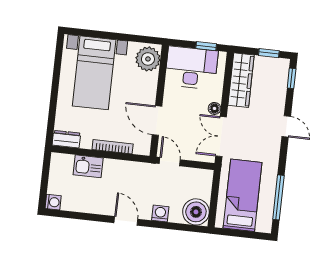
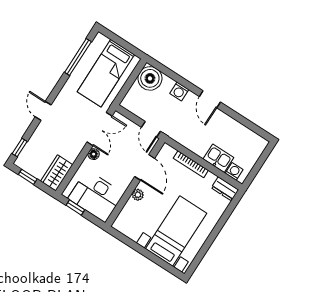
plant: (148, 59) -> (138, 195), moved, width x0.53, depth x0.53
wardrobe: (241, 80) -> (57, 173), width x0.67
washing machine: (53, 202) -> (234, 171), moved, turned 90

